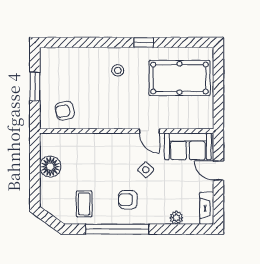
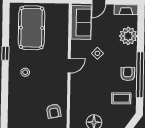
door: (149, 131) -> (69, 66), moved
armchair: (128, 200) -> (128, 74), moved, turned 180
plant: (176, 218) -> (128, 36), width x1.88, depth x1.88

